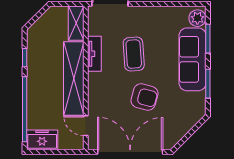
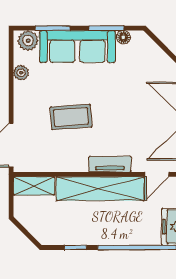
plant: (171, 12) -> (21, 73), added
tv unit: (94, 54) -> (110, 164), moved
armchair: (144, 97) -> (122, 104), removed
floor lamp: (200, 98) -> (123, 37), added

